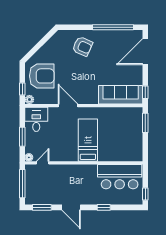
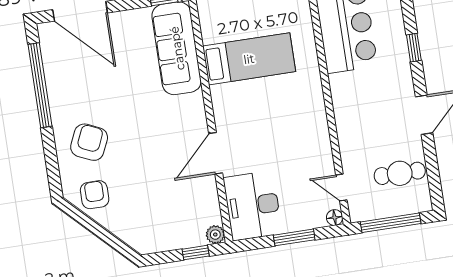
armchair: (42, 76) -> (95, 195), moved, width x0.53, depth x0.53
desk: (36, 119) -> (253, 206), width x1.37
bed: (88, 140) -> (249, 59), moved, turned 180
cafe table: (45, 192) -> (400, 173), added
window: (42, 207) -> (433, 175), removed

